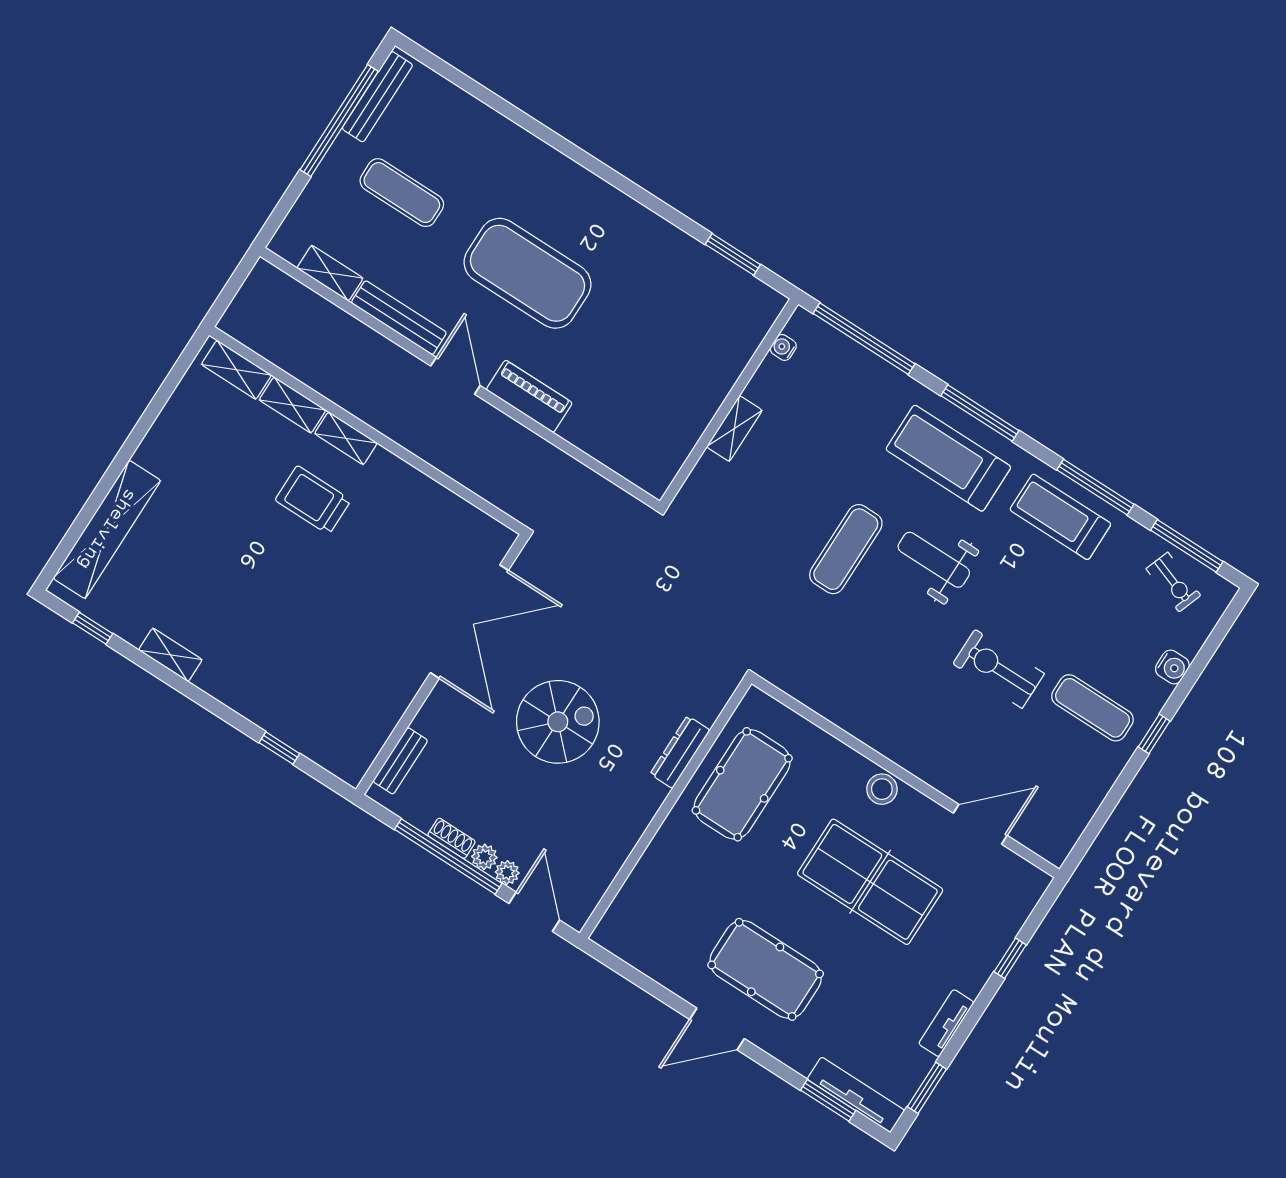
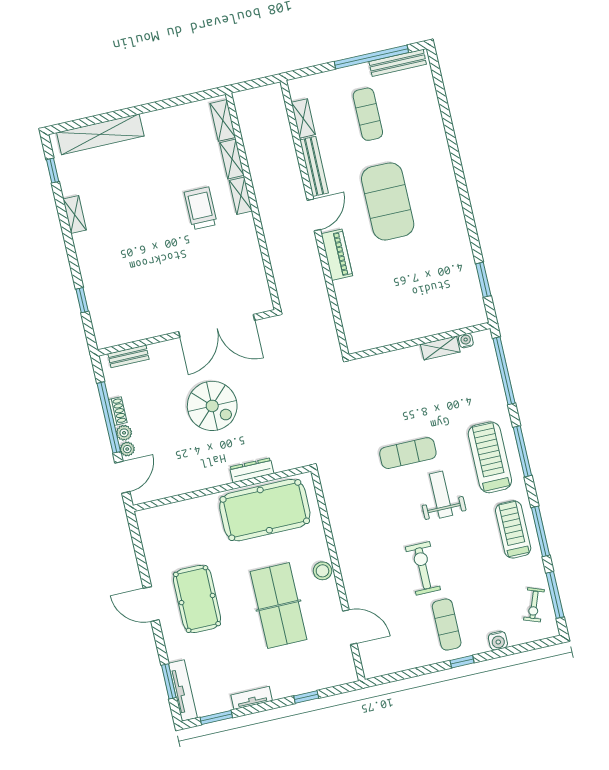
shelving: (734, 429) -> (440, 348), moved
pool table: (742, 784) -> (265, 510), width x1.36, depth x1.32

